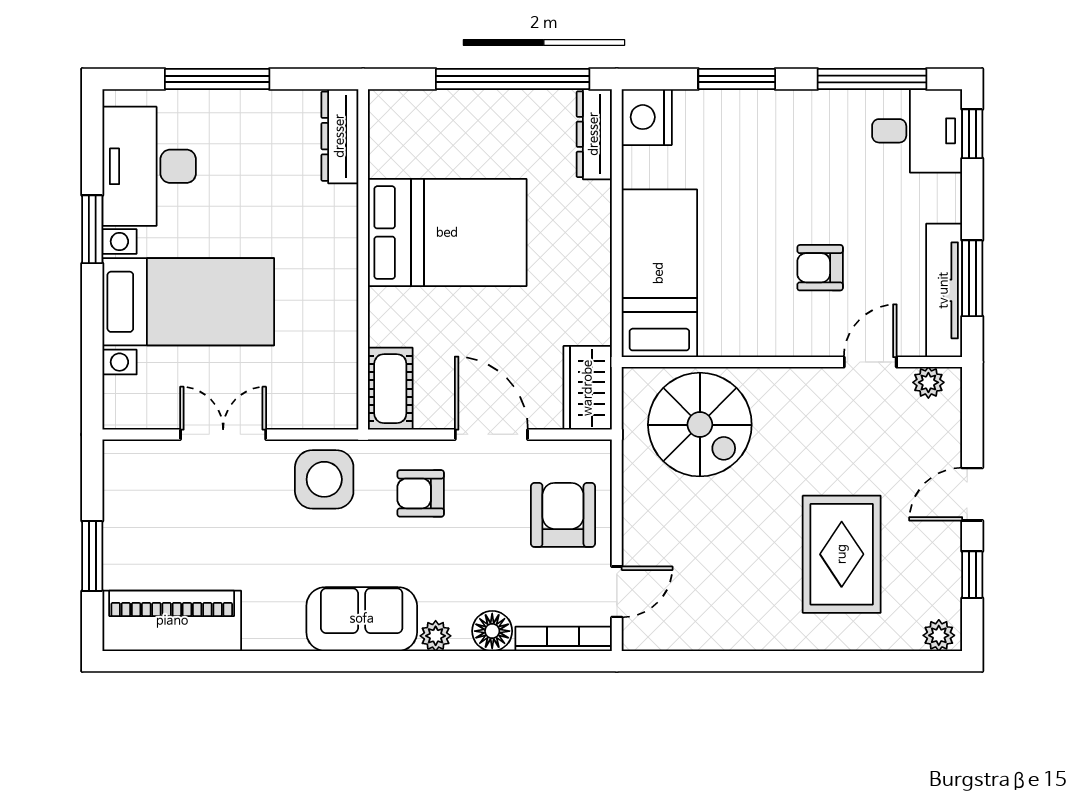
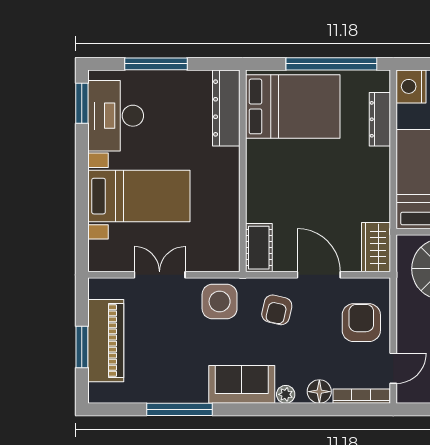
dresser: (594, 134) -> (380, 119), moved
dresser: (340, 136) -> (226, 108), width x1.37, depth x1.24
window: (92, 229) -> (82, 103), moved
bed: (447, 233) -> (293, 106), moved
armchair: (421, 493) -> (277, 310), turned -77
piano: (172, 621) -> (106, 341), moved, turned 90
window: (257, 661) -> (180, 409), added

